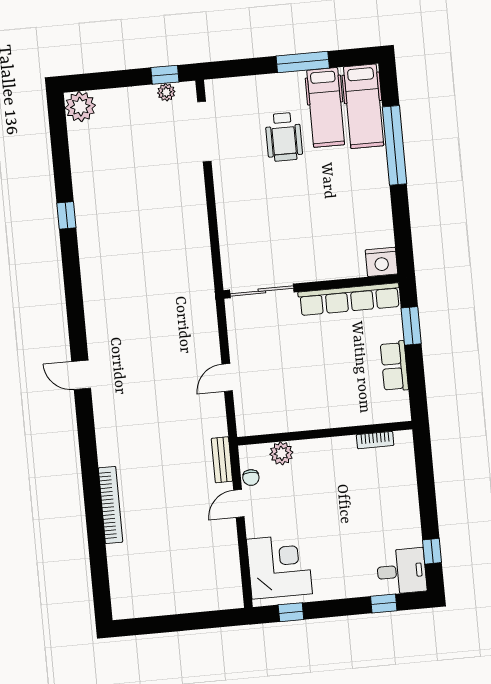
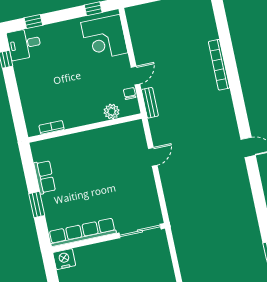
nightstand: (381, 262) -> (64, 259), moved
wall: (311, 286) -> (108, 238), moved
sliding door: (262, 291) -> (140, 231), moved
row of seats: (349, 299) -> (82, 232), moved

